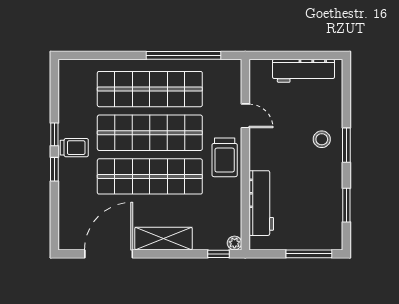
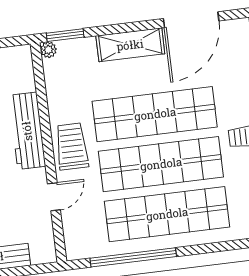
door: (245, 116) -> (54, 197), swing flipped
workbench: (261, 203) -> (27, 131), moved
window: (219, 254) -> (65, 35), width x1.50

